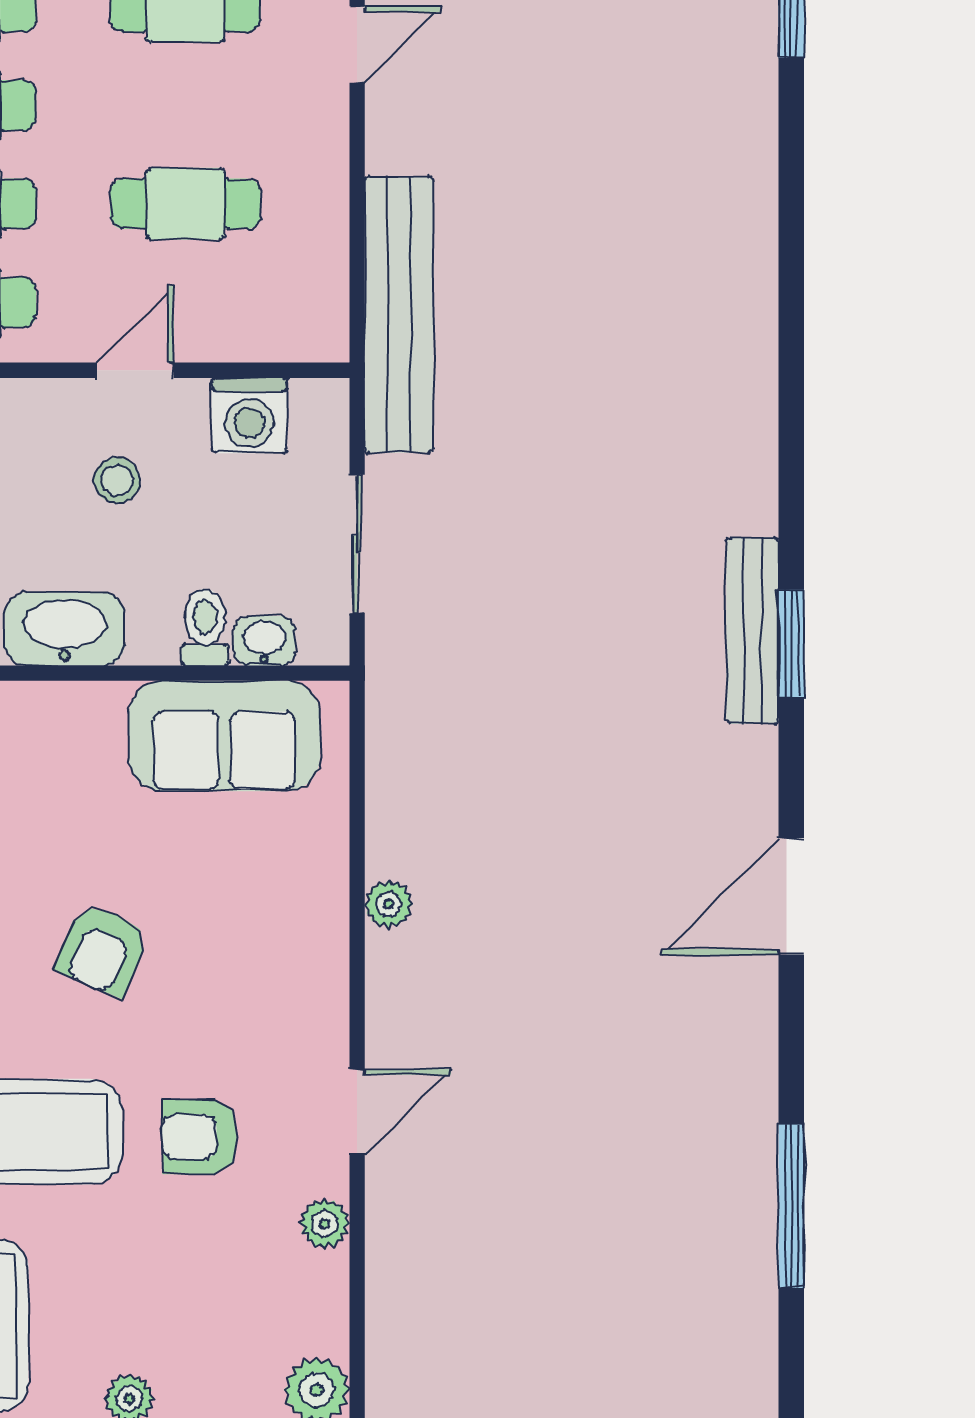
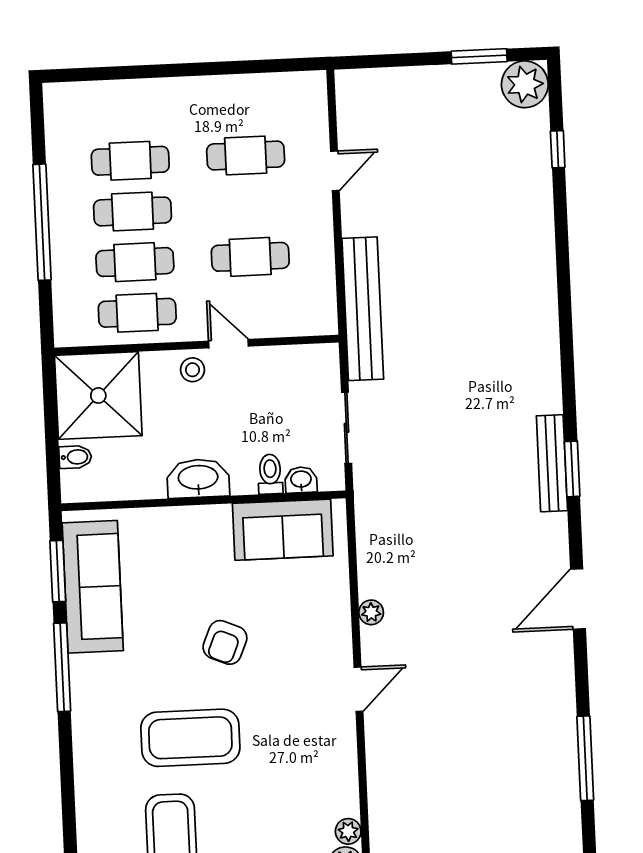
door: (135, 370) -> (228, 344), hinge flipped
washing machine: (249, 415) -> (288, 364), removed
stool: (117, 480) -> (192, 370), moved
door: (357, 1112) -> (358, 689), moved
armchair: (200, 1137) -> (279, 736), removed
plant: (325, 1223) -> (348, 831), moved

